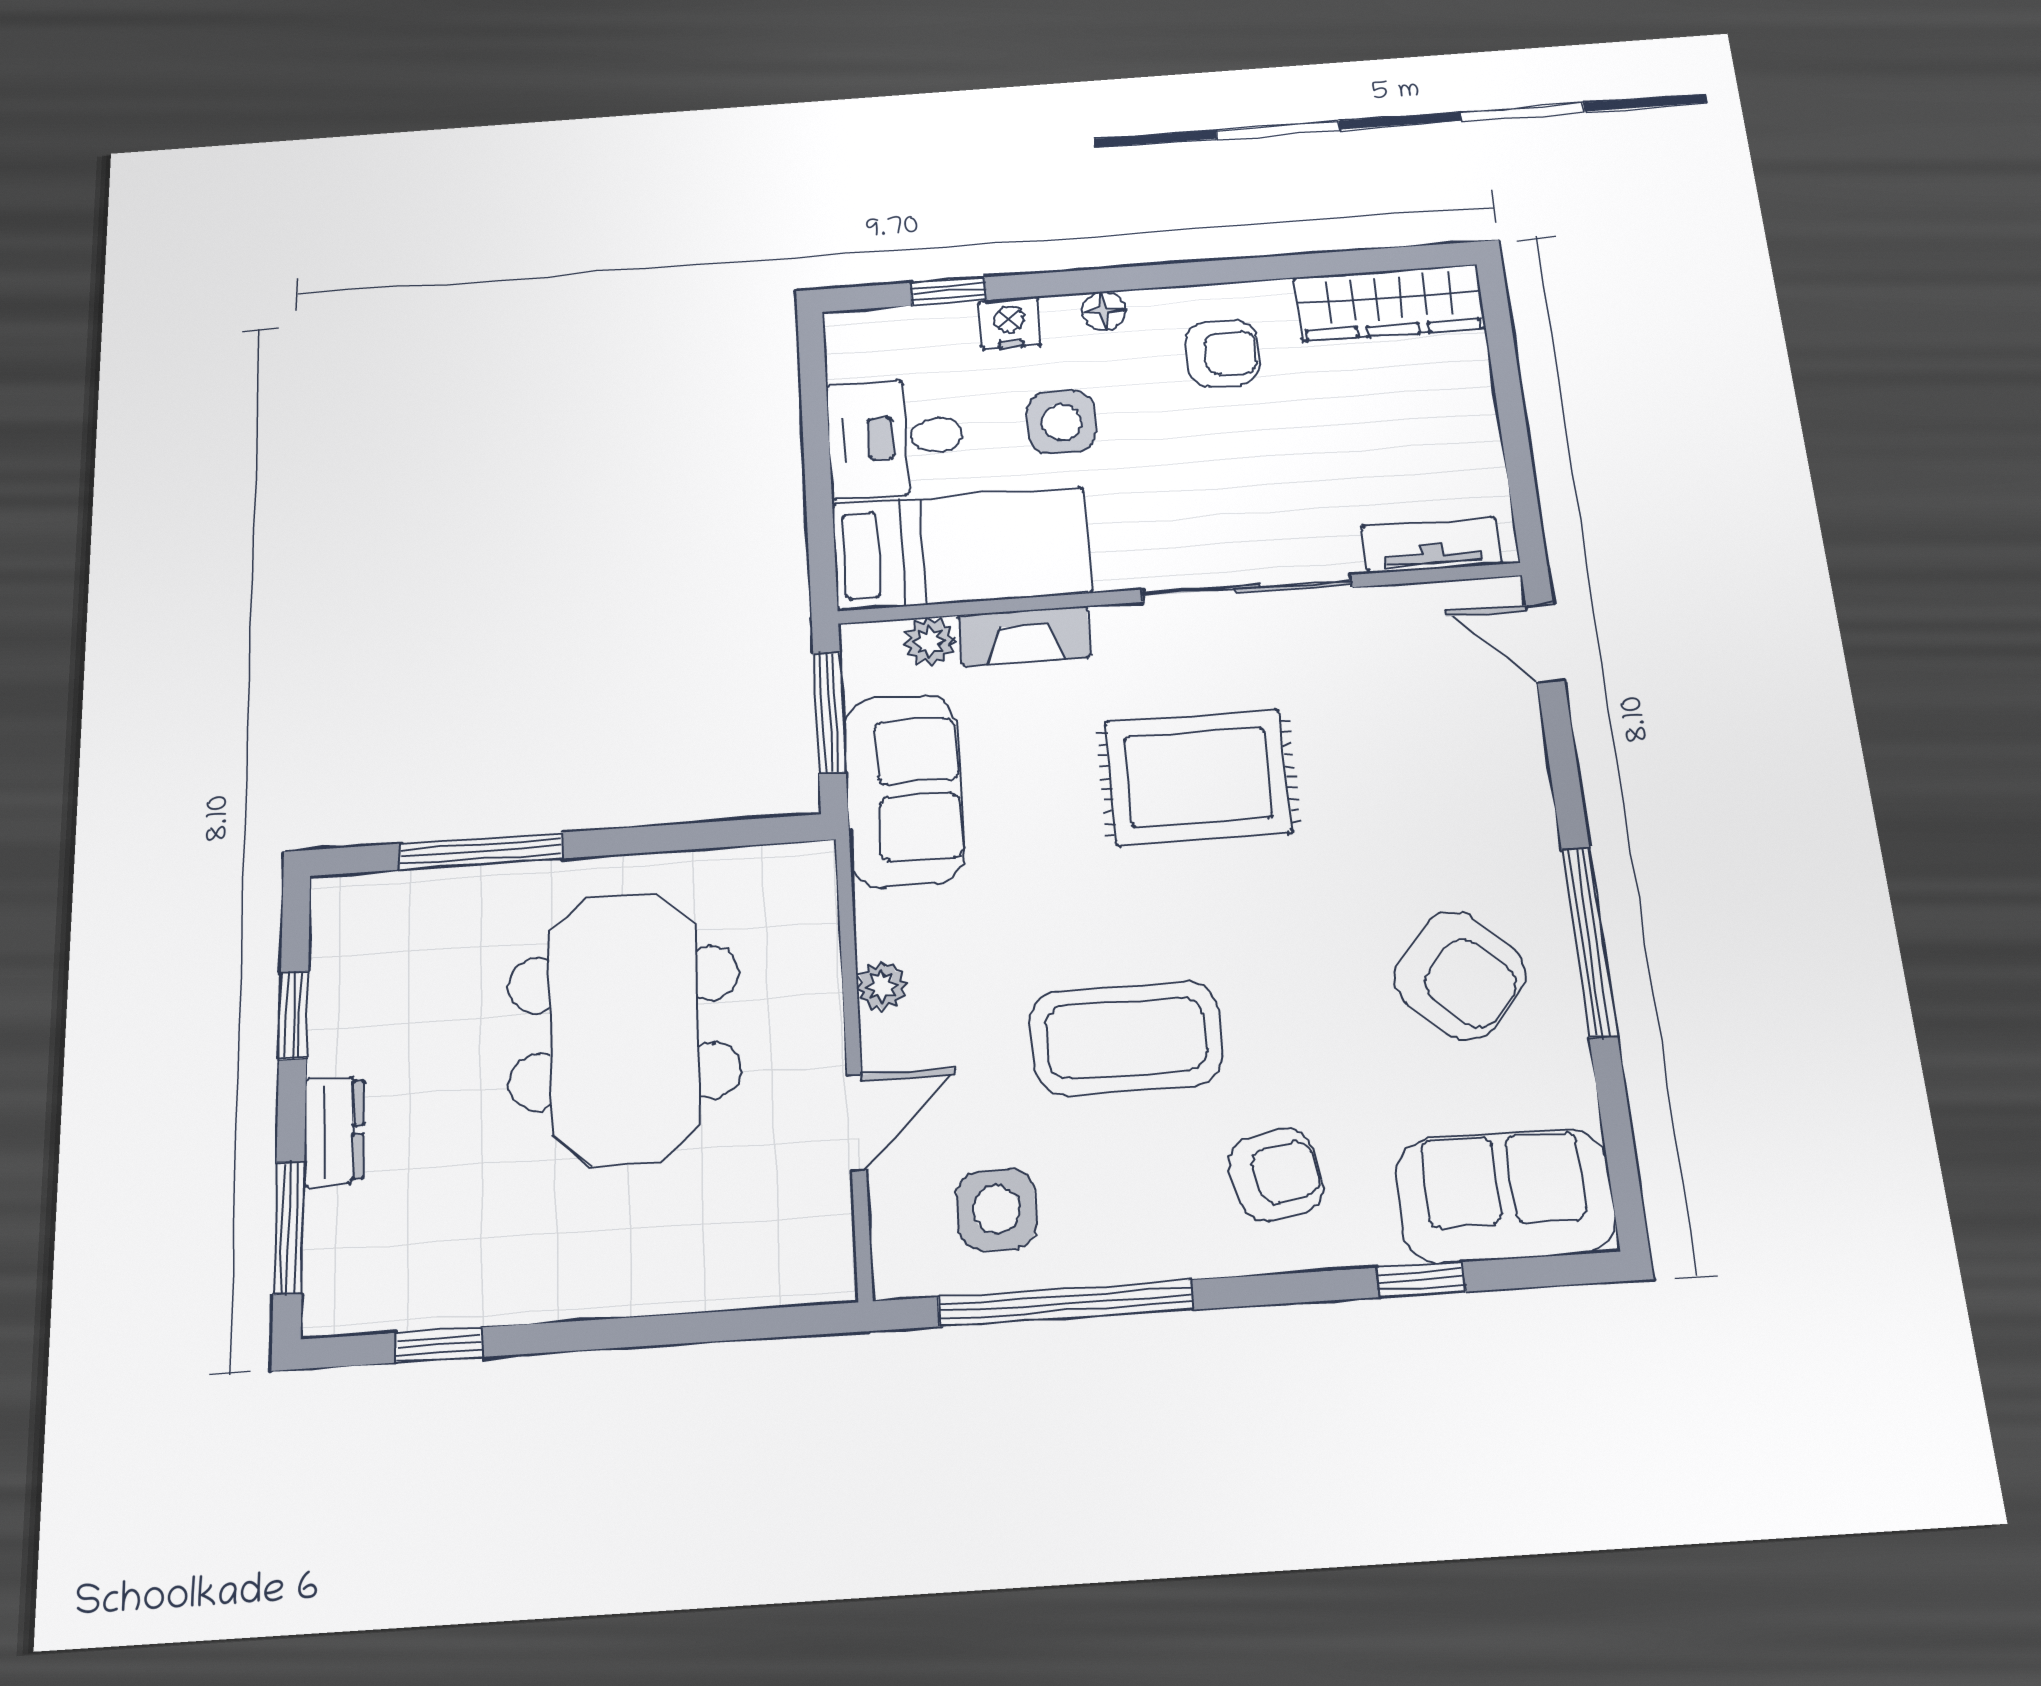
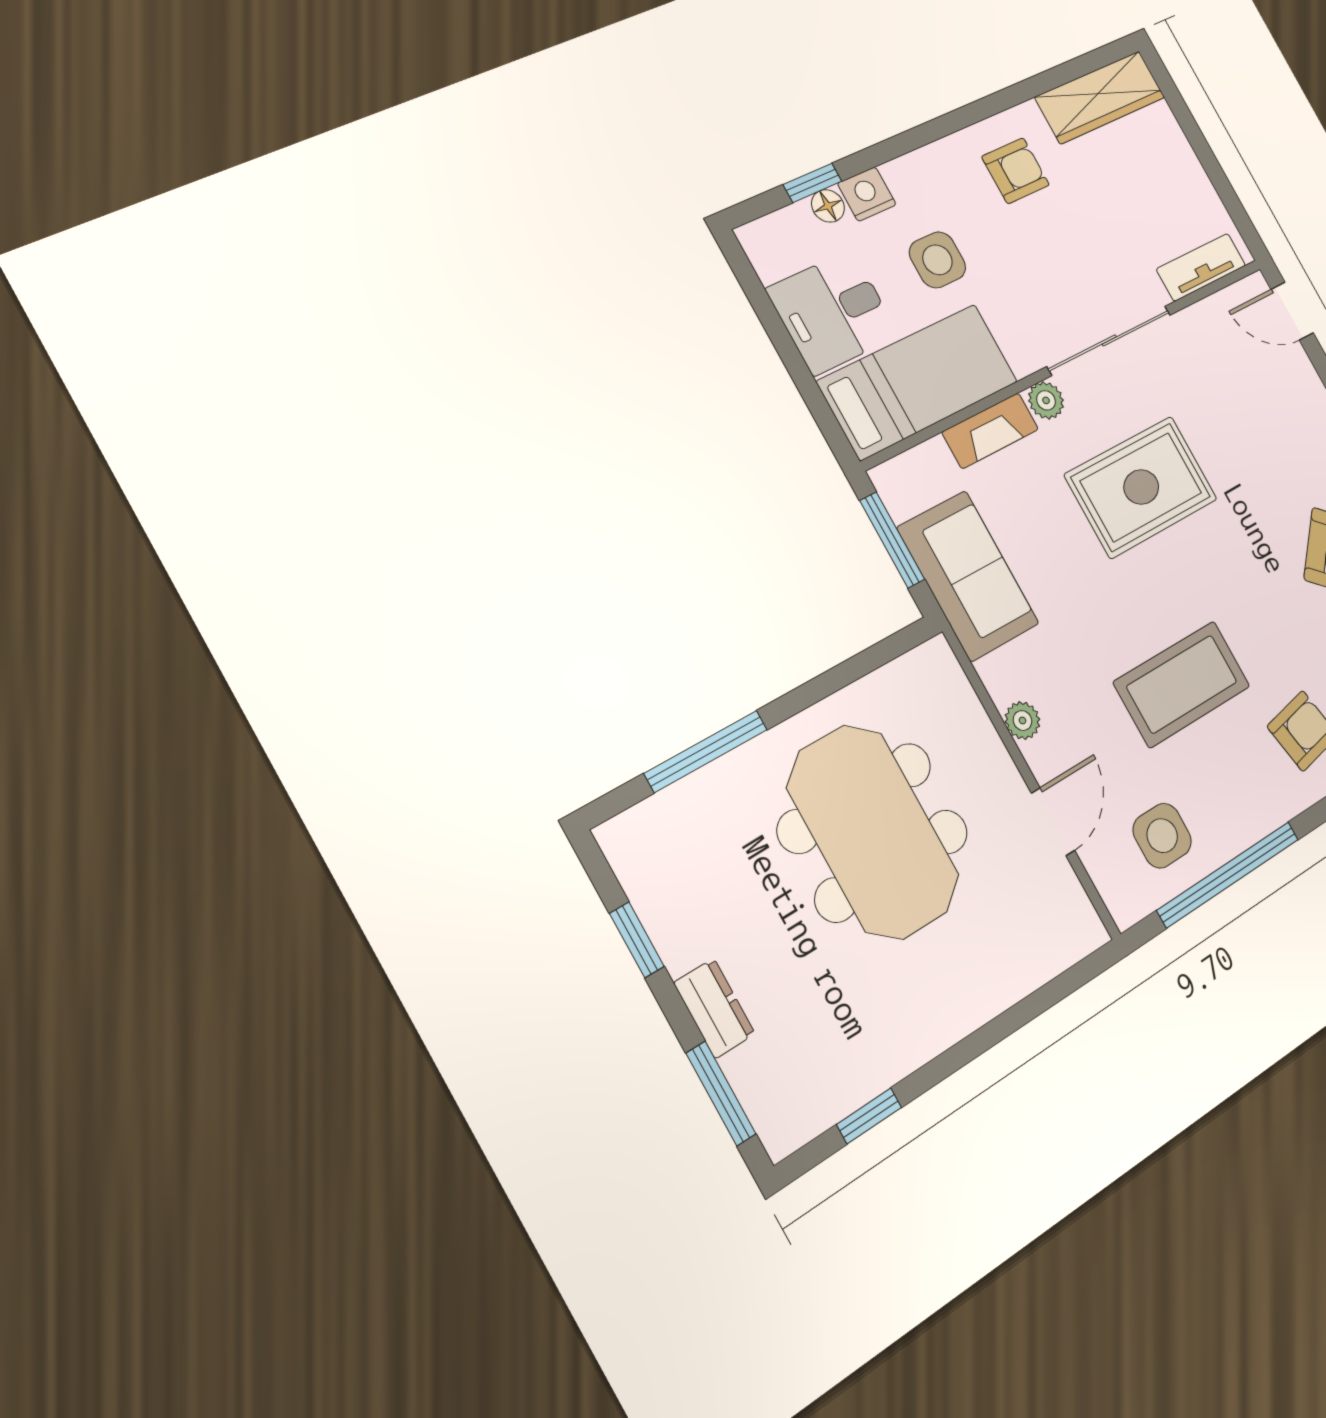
floor lamp: (1104, 311) -> (828, 206), moved
plant: (930, 641) -> (1046, 400), moved

